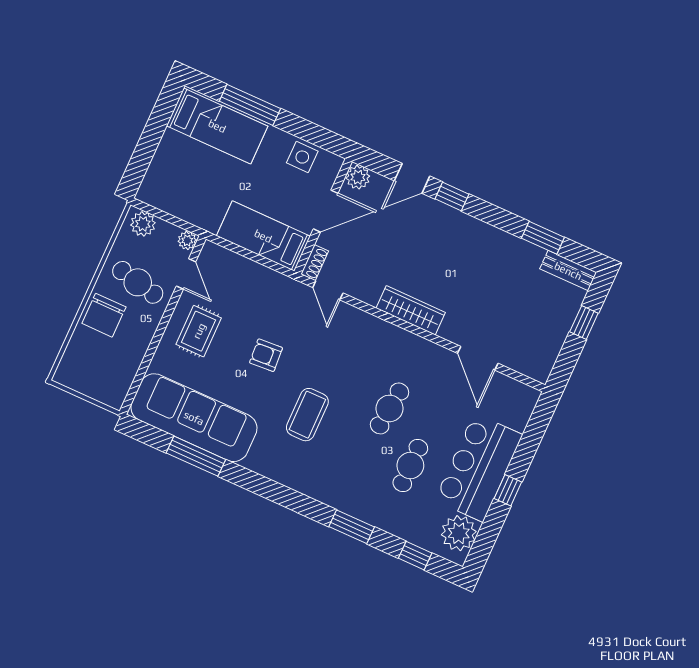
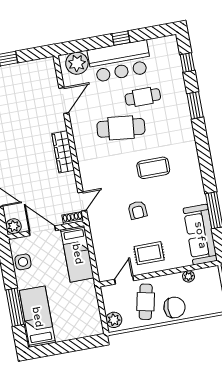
plant: (187, 241) -> (188, 276), moved
cafe table: (390, 408) -> (121, 128), width x1.37, depth x1.35
sofa: (194, 418) -> (200, 235), width x0.74, depth x0.79
plant: (459, 533) -> (77, 63), moved

